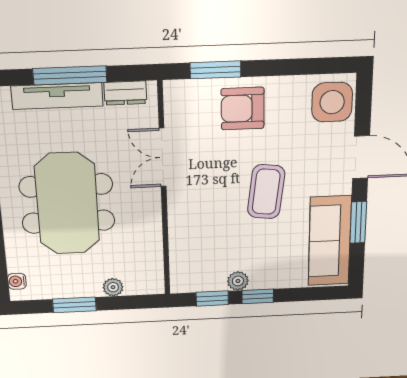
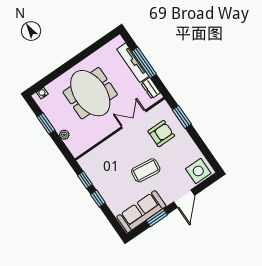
armchair: (243, 109) -> (161, 134), moved, turned 90
meeting table: (67, 204) -> (90, 93), turned 90
plant: (238, 281) -> (100, 185), removed

